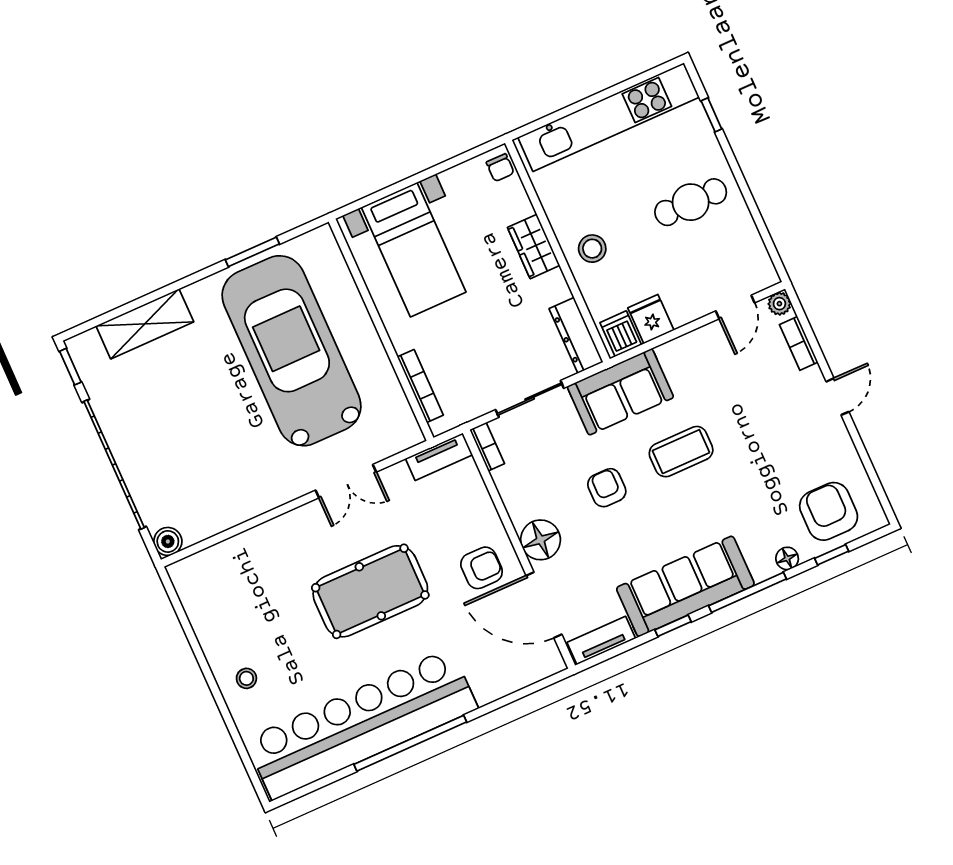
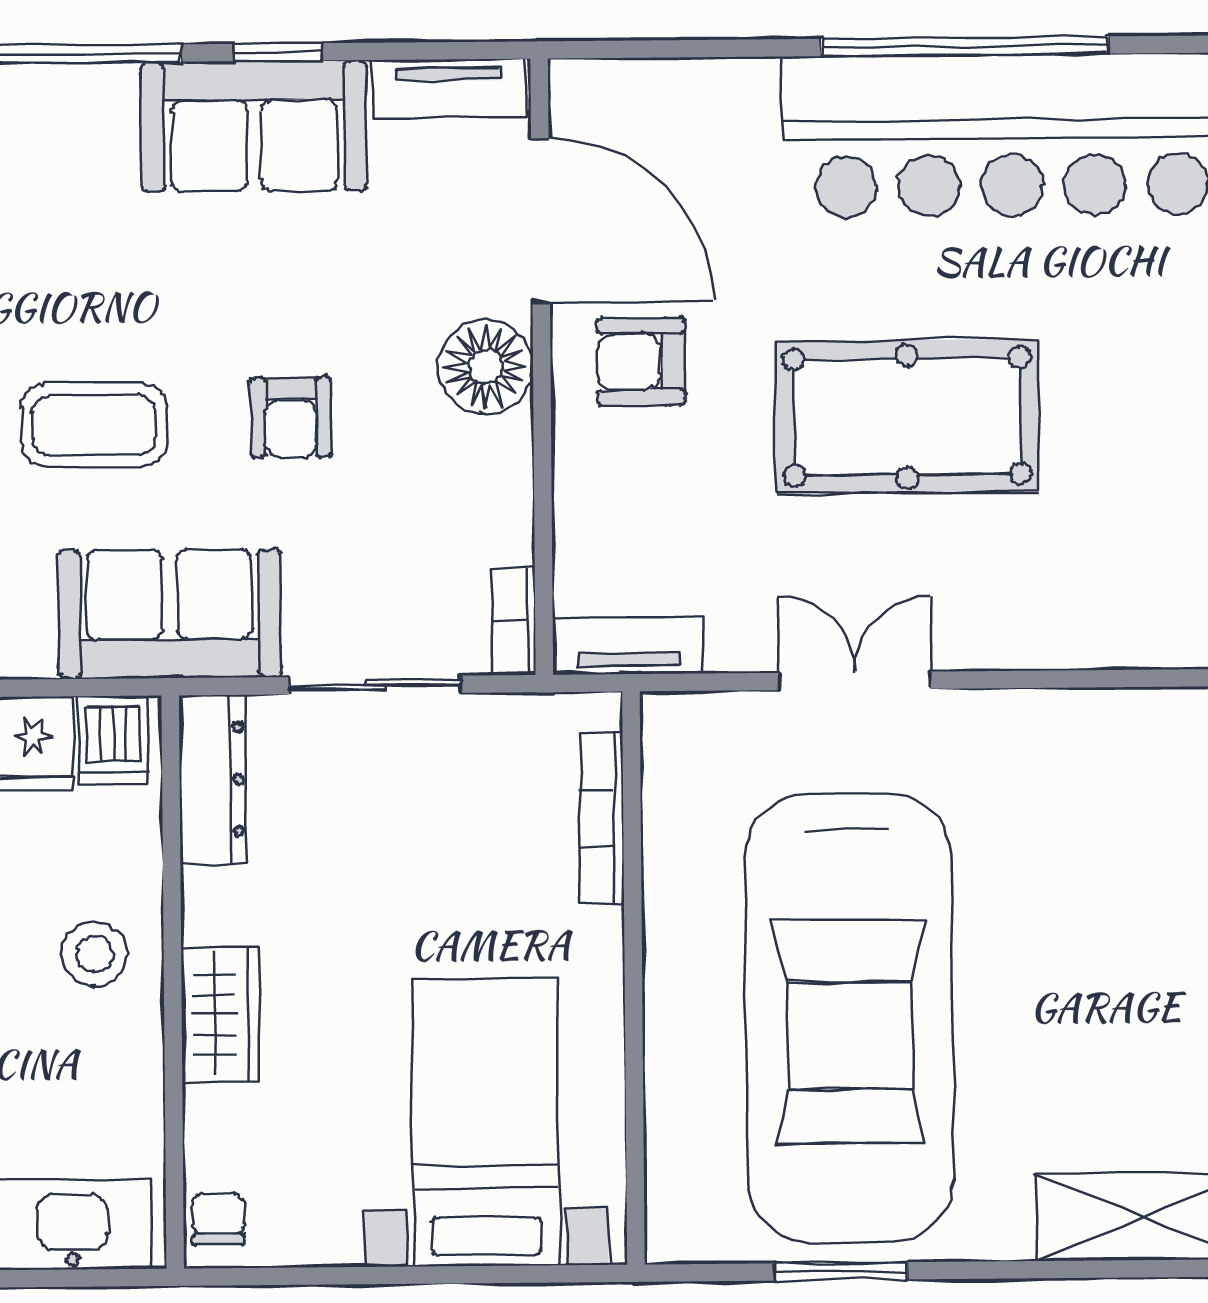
sofa: (685, 586) -> (254, 126), width x0.73

